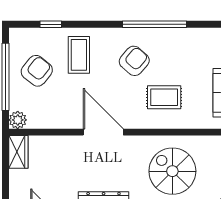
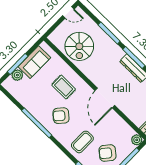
spiral stairs: (172, 171) -> (79, 46), moved

